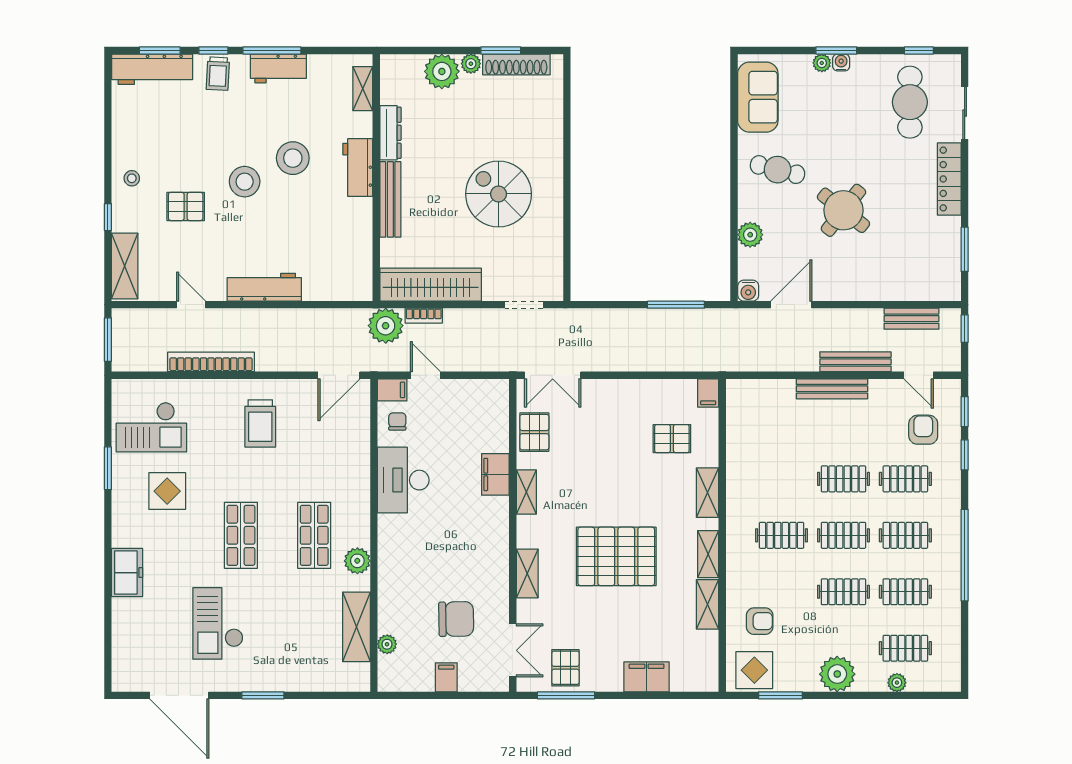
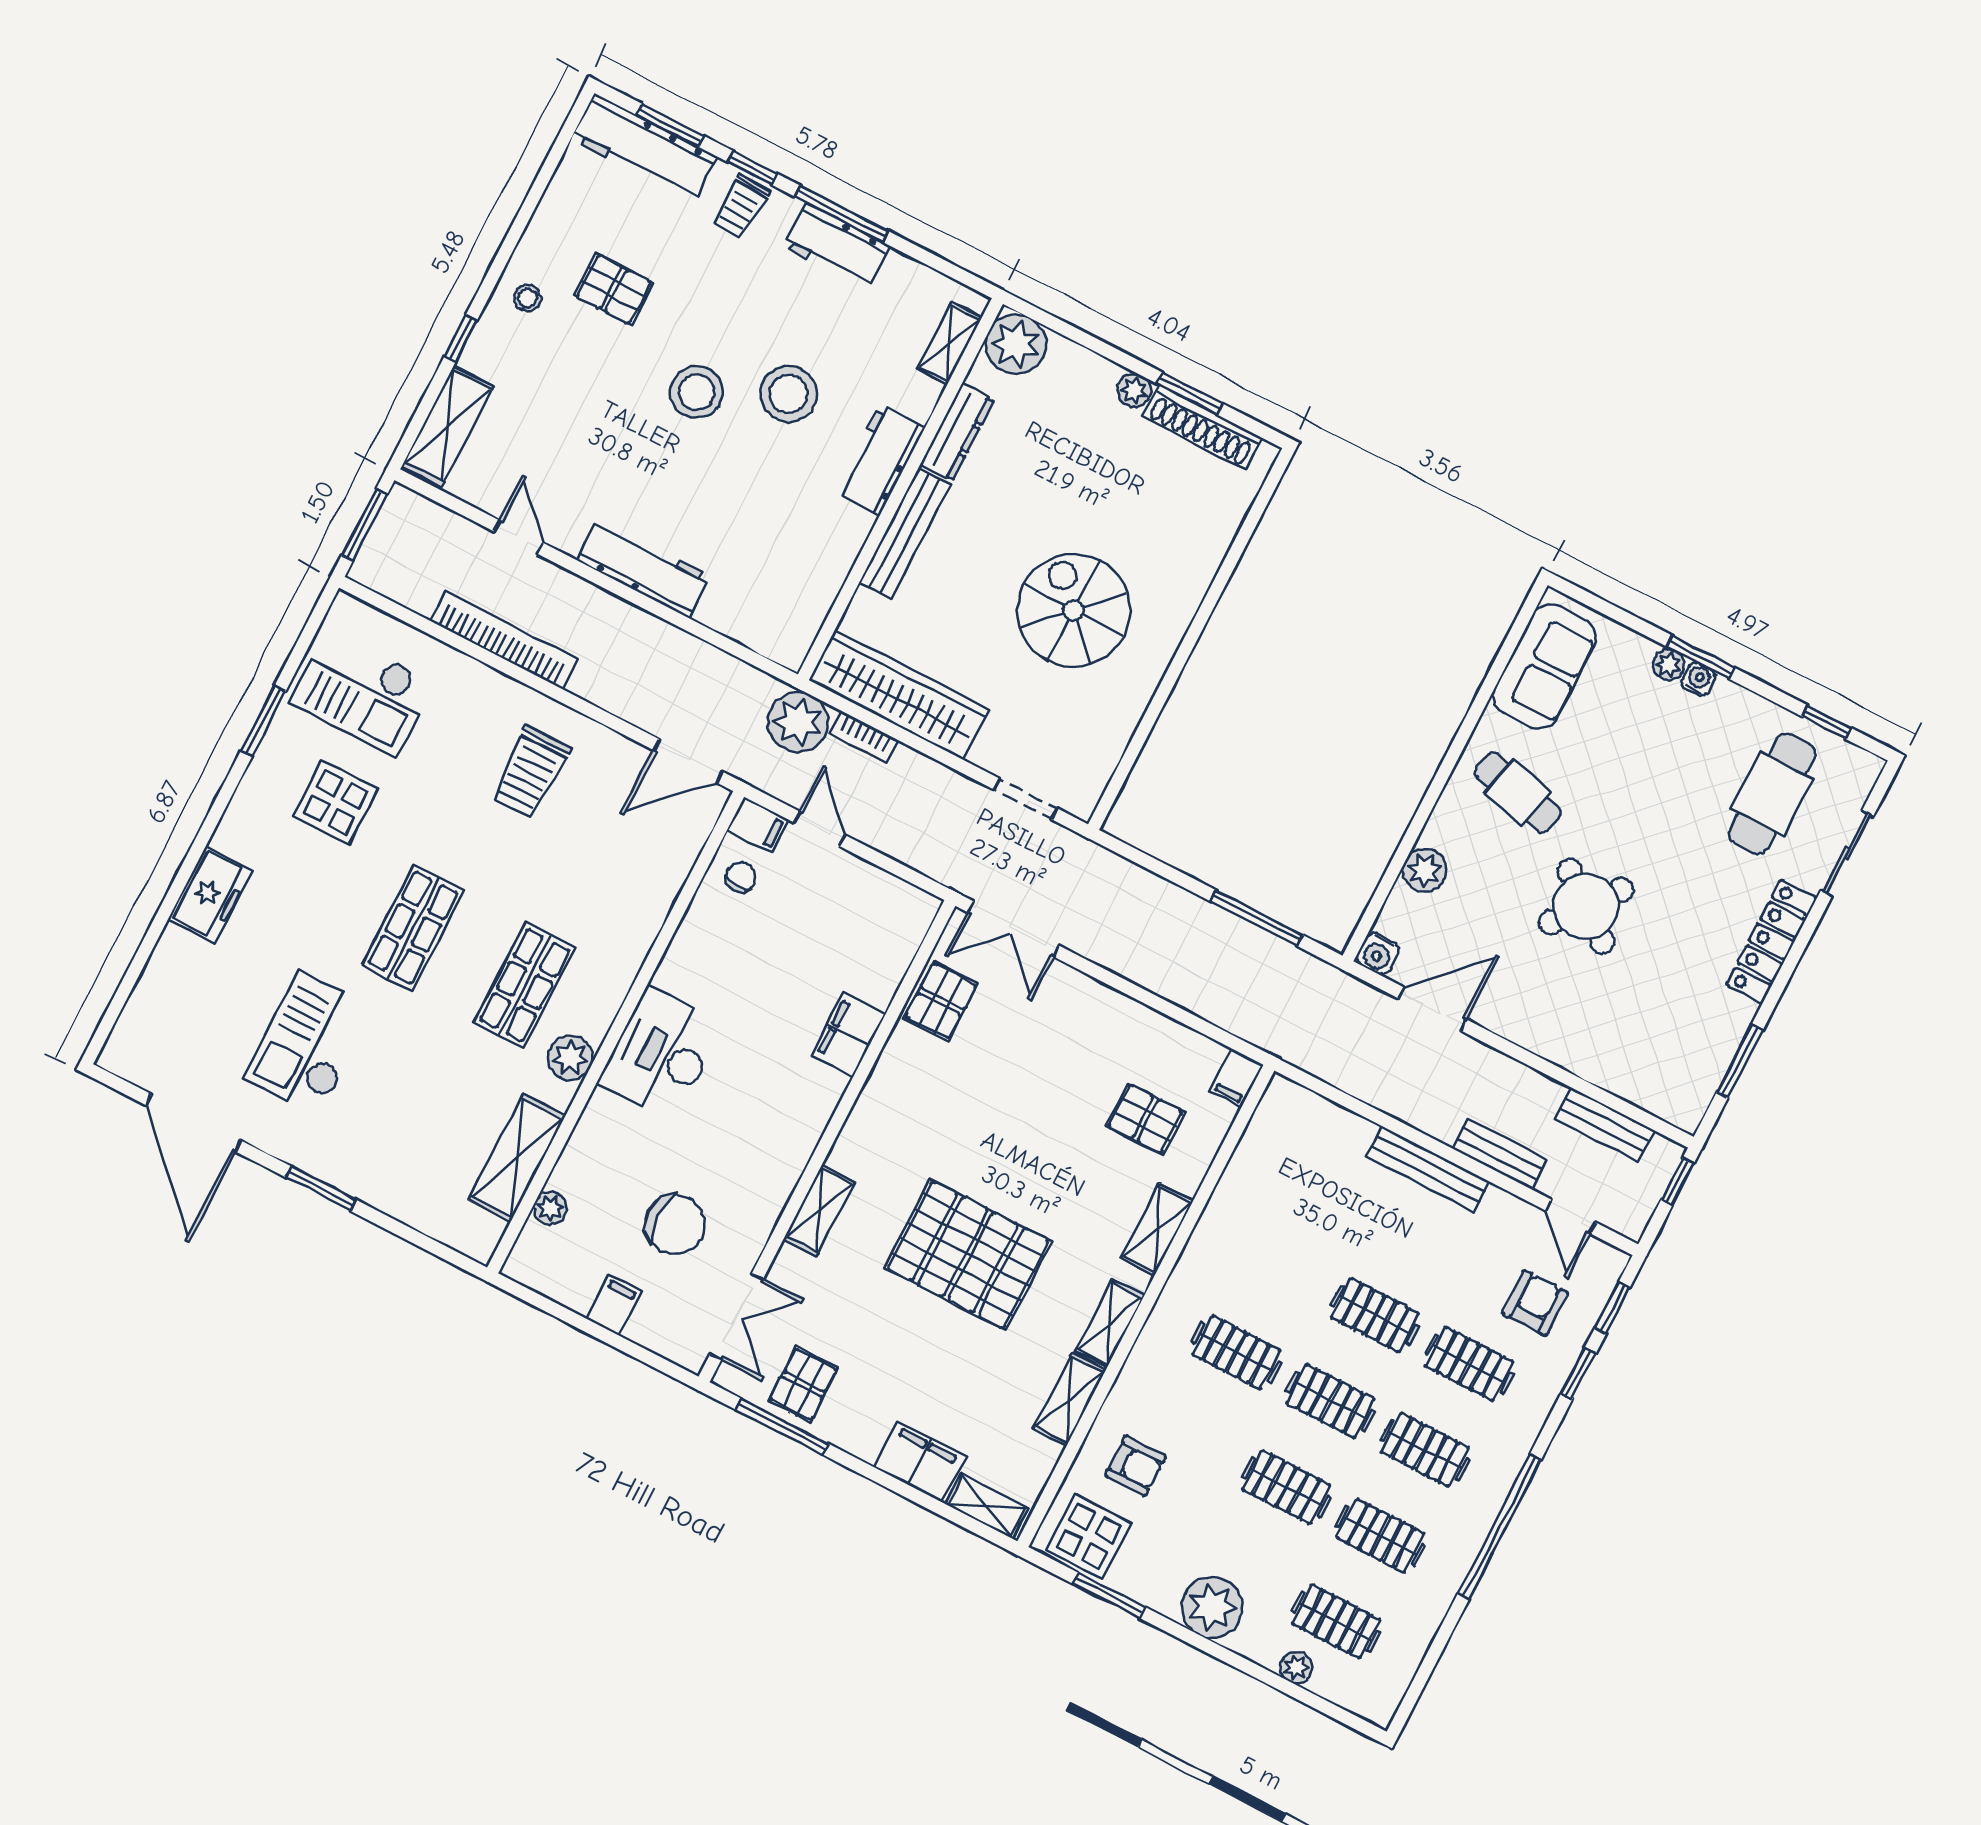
plant: (442, 71) -> (1016, 344), moved
pallet: (186, 206) -> (614, 289), moved
bench: (855, 362) -> (1500, 1154), width x0.73
desk: (403, 480) -> (661, 1054), moved
shelving: (526, 492) -> (986, 1506), moved, turned 90

